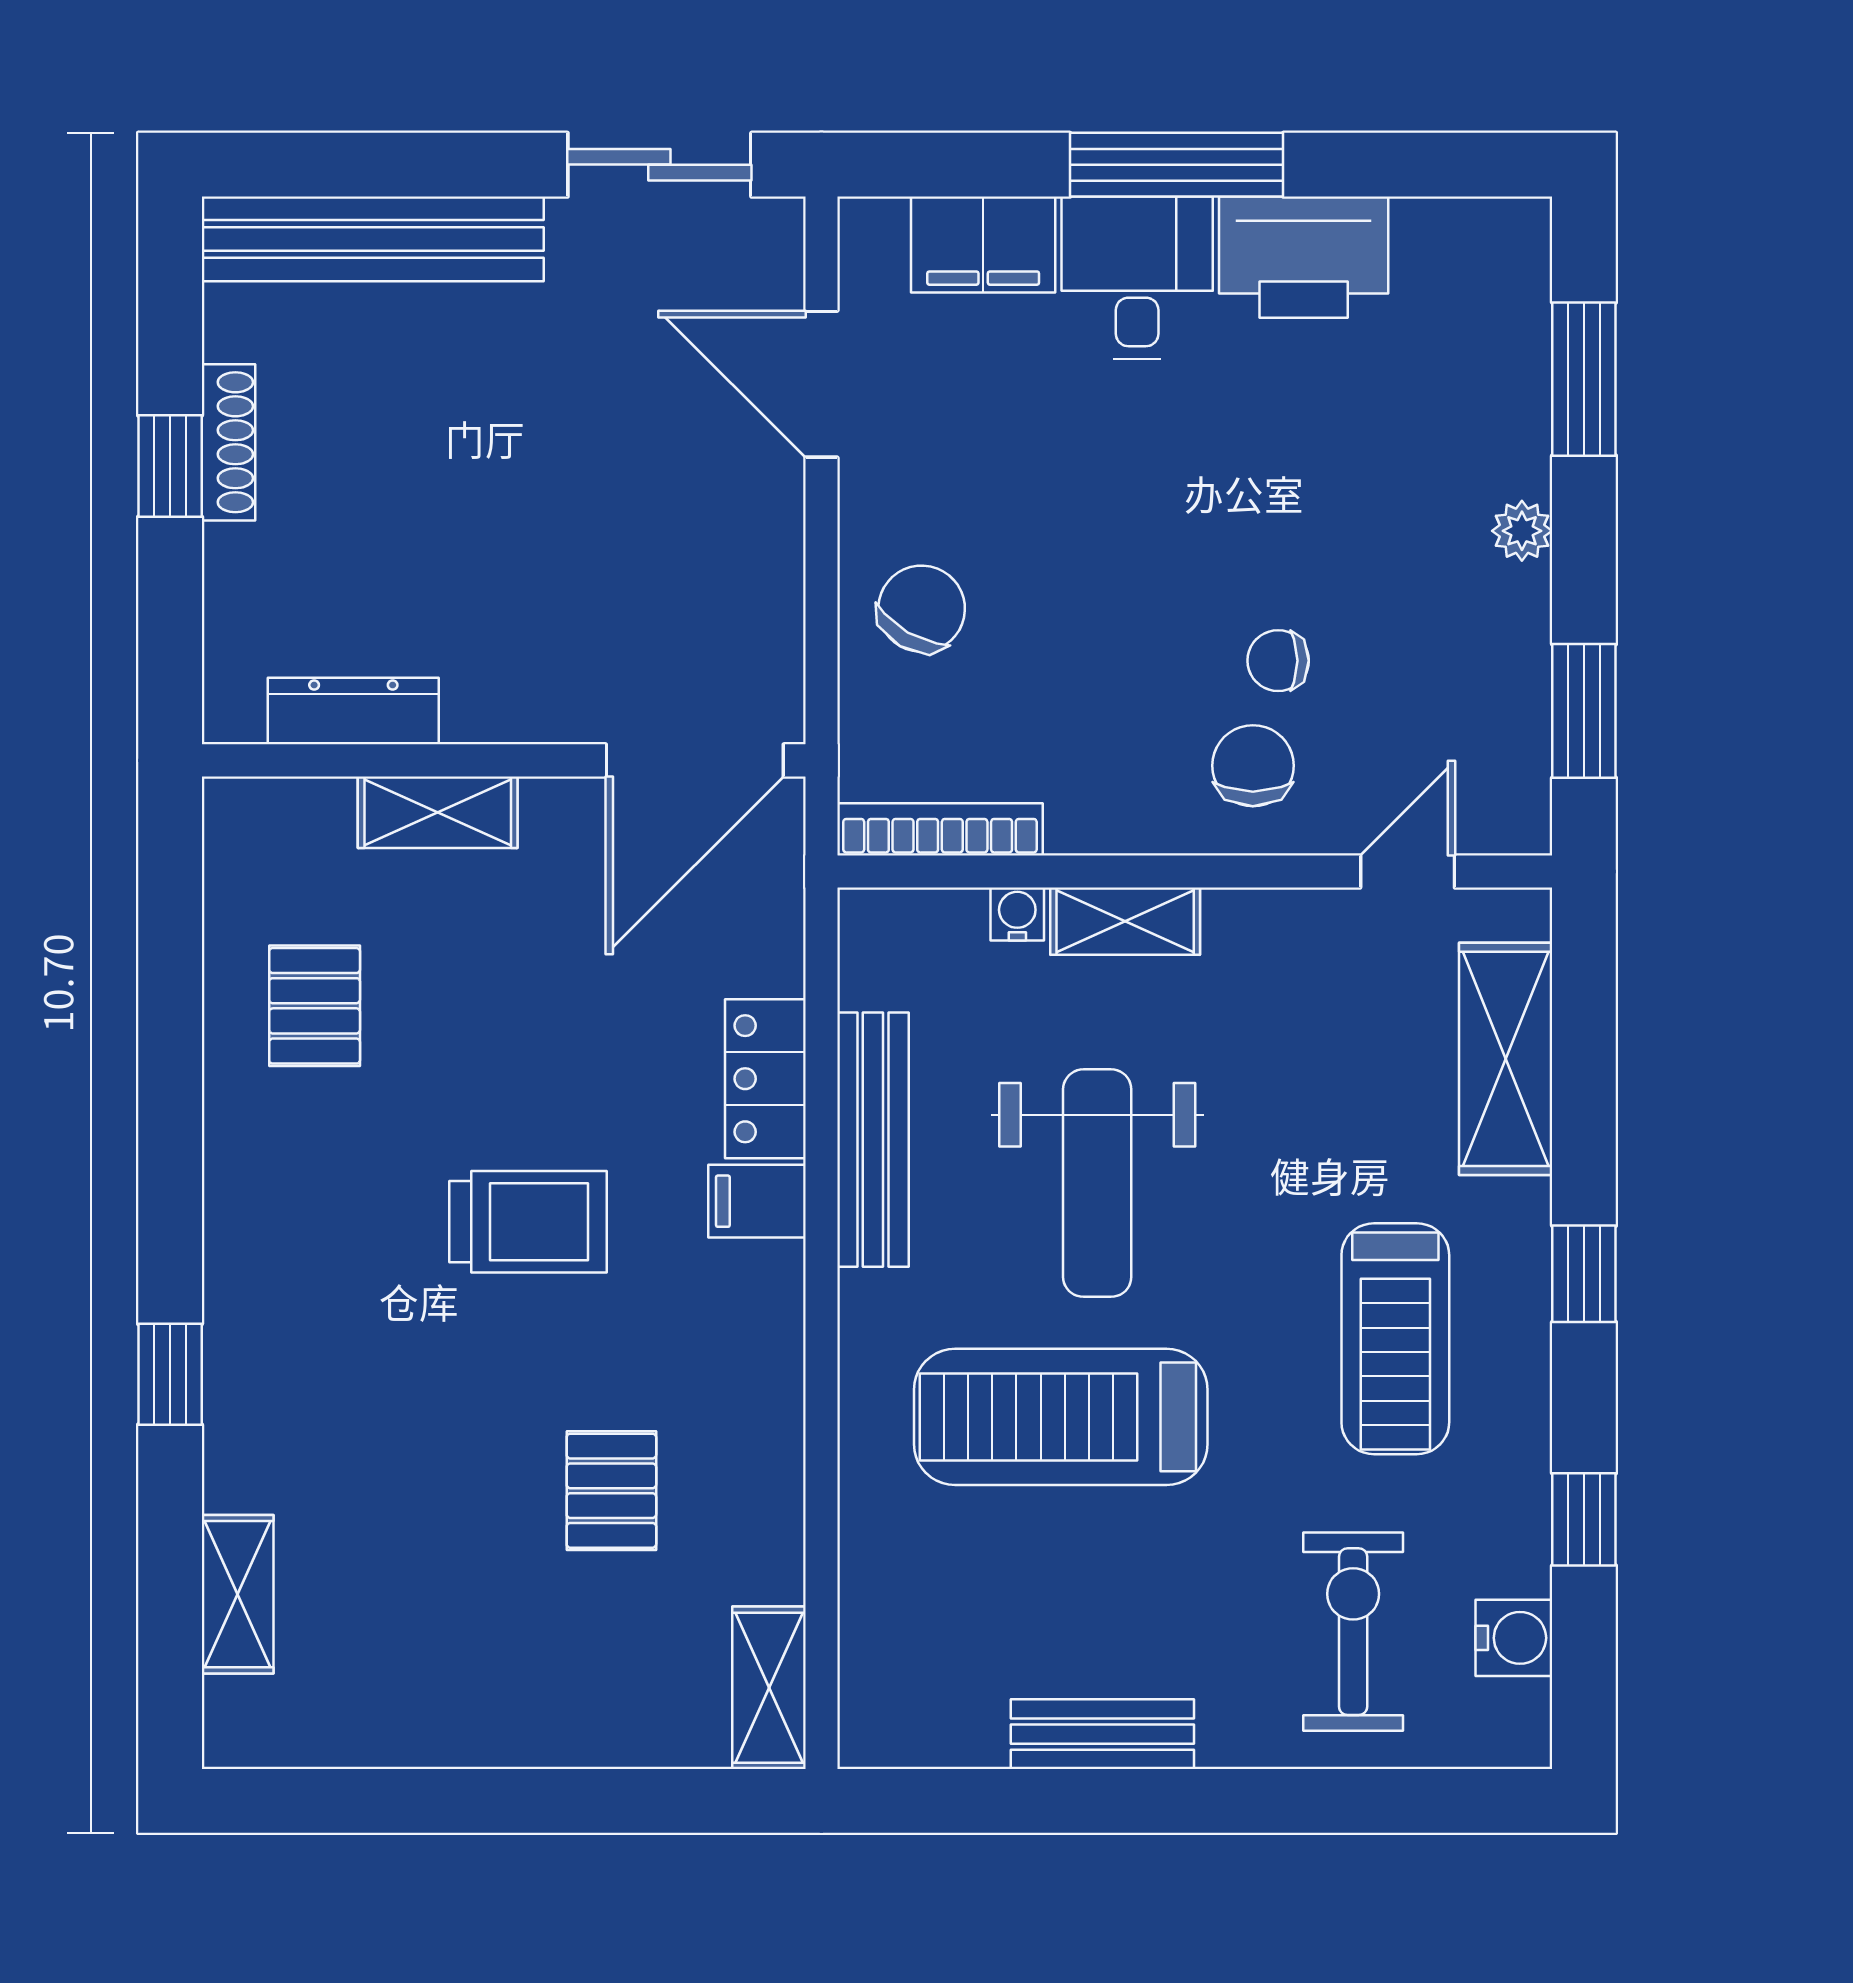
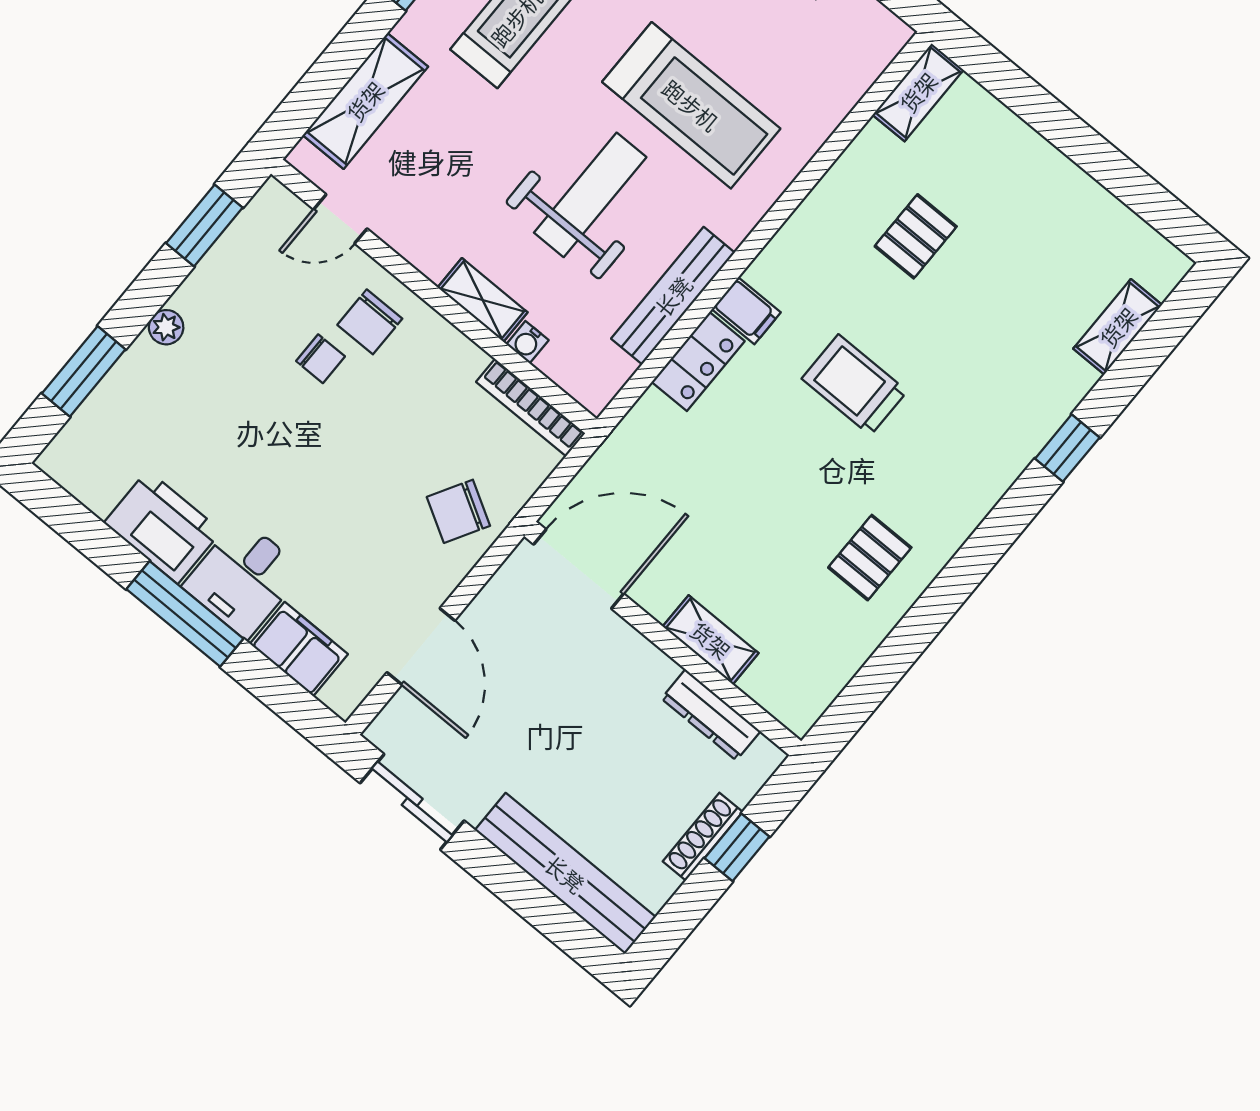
dresser: (353, 711) -> (711, 715), moved
wall: (504, 760) -> (663, 639), moved
door: (695, 760) -> (579, 569), moved
shelving: (438, 812) -> (711, 640), moved

